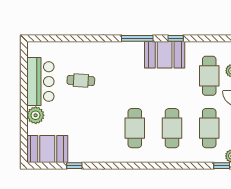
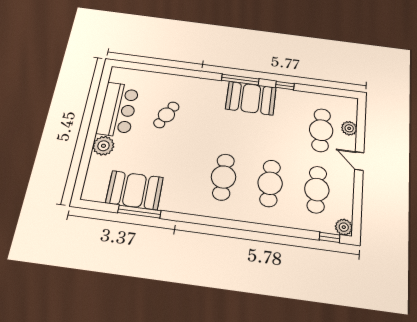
booth: (165, 55) -> (251, 98), moved
cafe table: (81, 80) -> (166, 115), turned -65
booth: (47, 149) -> (135, 190), moved
window: (74, 166) -> (139, 212), width x2.17

